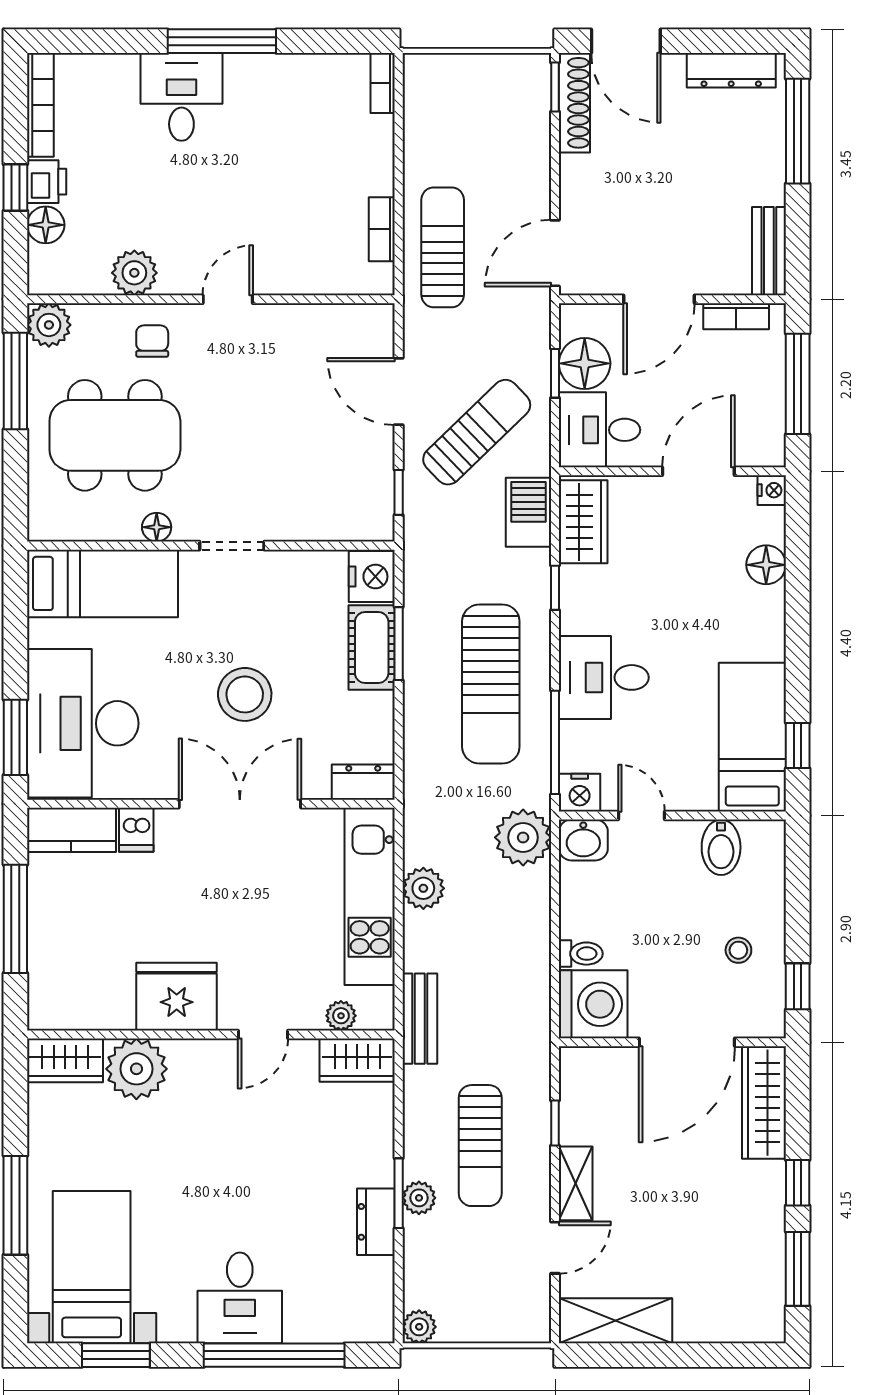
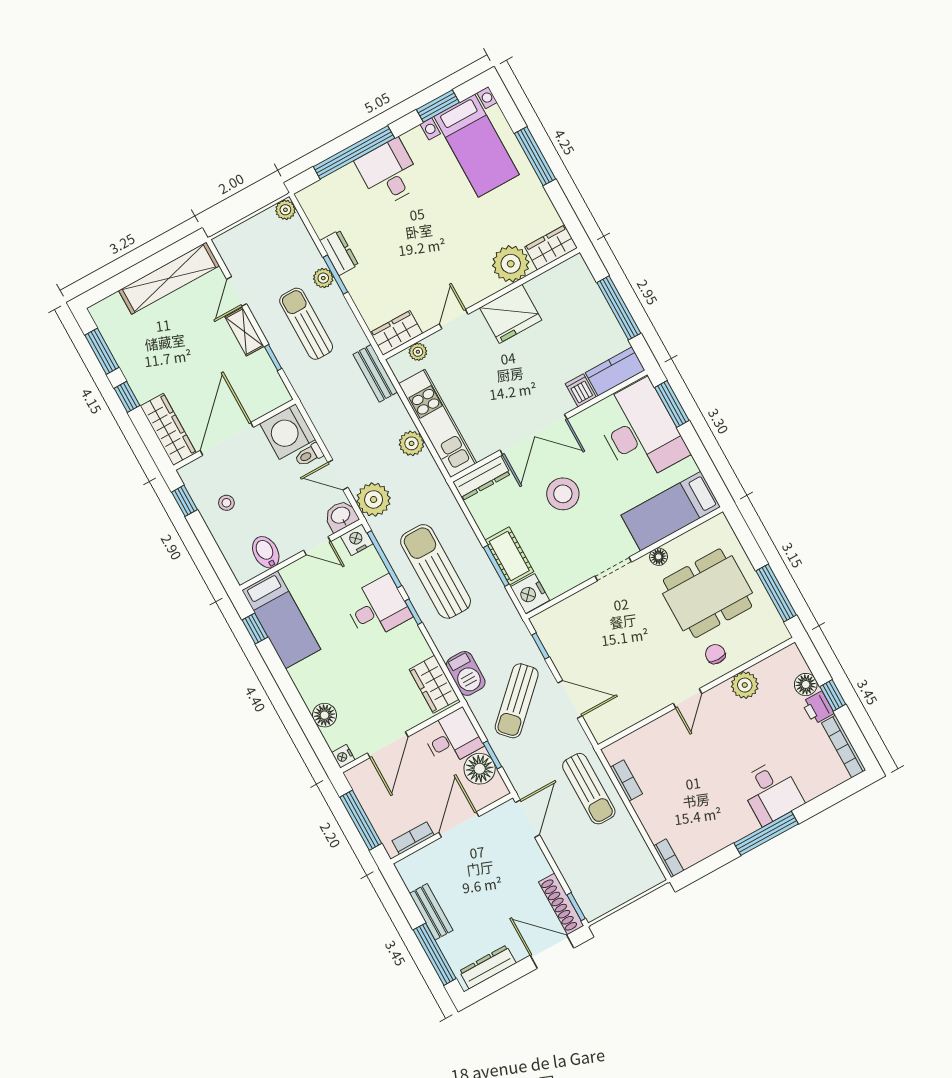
bench: (769, 251) -> (431, 912), moved
plant: (49, 325) -> (775, 632), removed
chair: (152, 341) -> (715, 654), turned 180
window: (555, 588) -> (413, 612), moved
dresser: (363, 782) -> (482, 478), width x1.44
door: (555, 901) -> (338, 475), added
shelving: (616, 1321) -> (169, 278), width x1.47

